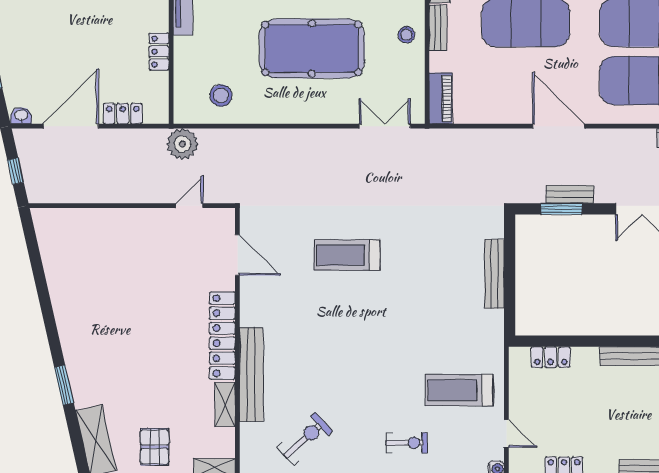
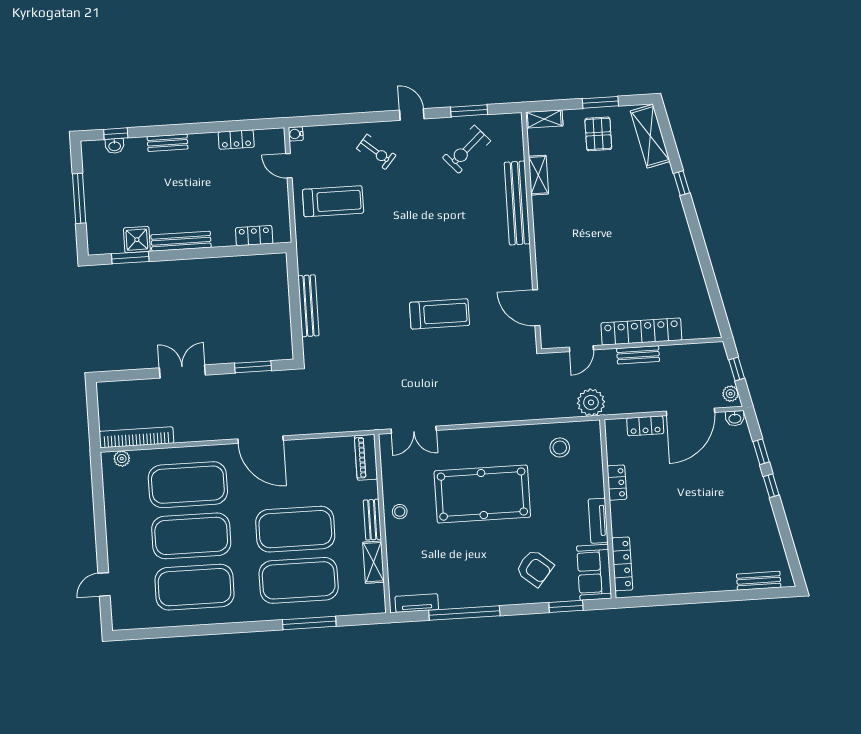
plant: (24, 144) -> (731, 394), added
bench: (570, 194) -> (638, 355), moved
locker: (222, 336) -> (641, 331), moved, turned -90
window: (64, 385) -> (682, 183), width x0.67
exercise bike: (407, 443) -> (376, 152), turned -140

